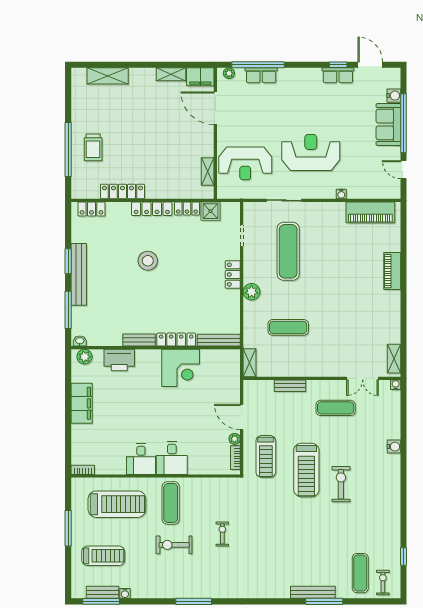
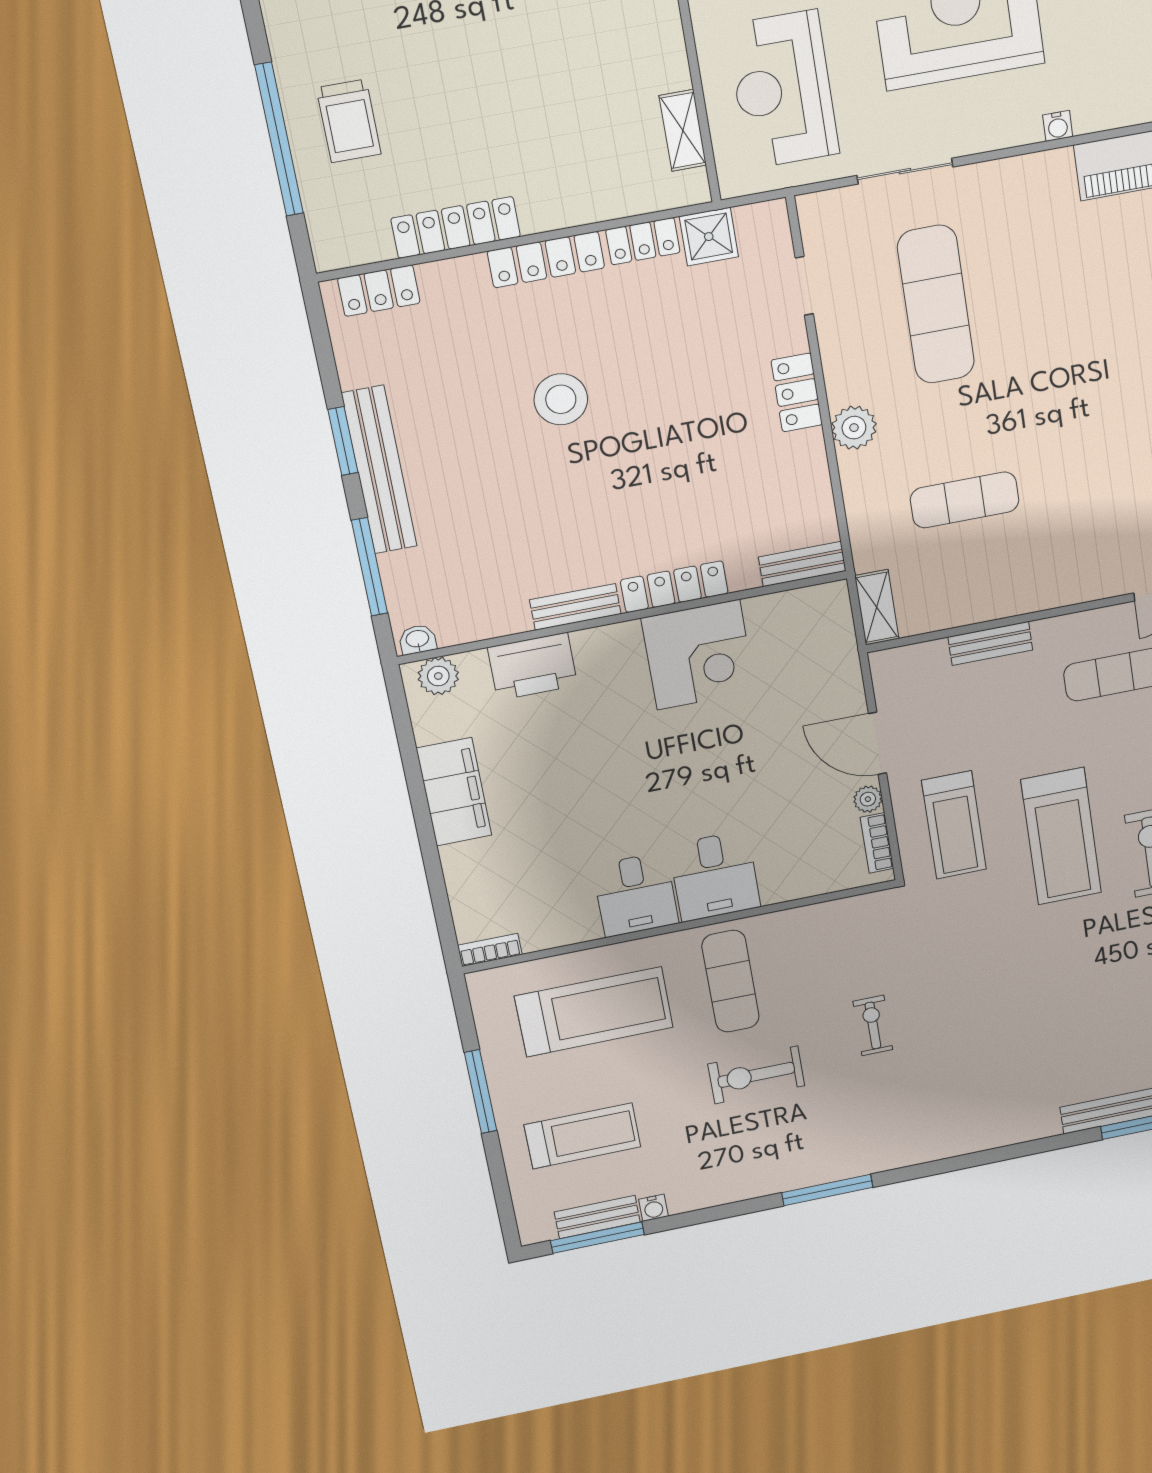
reception desk: (245, 163) -> (783, 89), turned 90
bench: (219, 340) -> (802, 564), width x0.73

